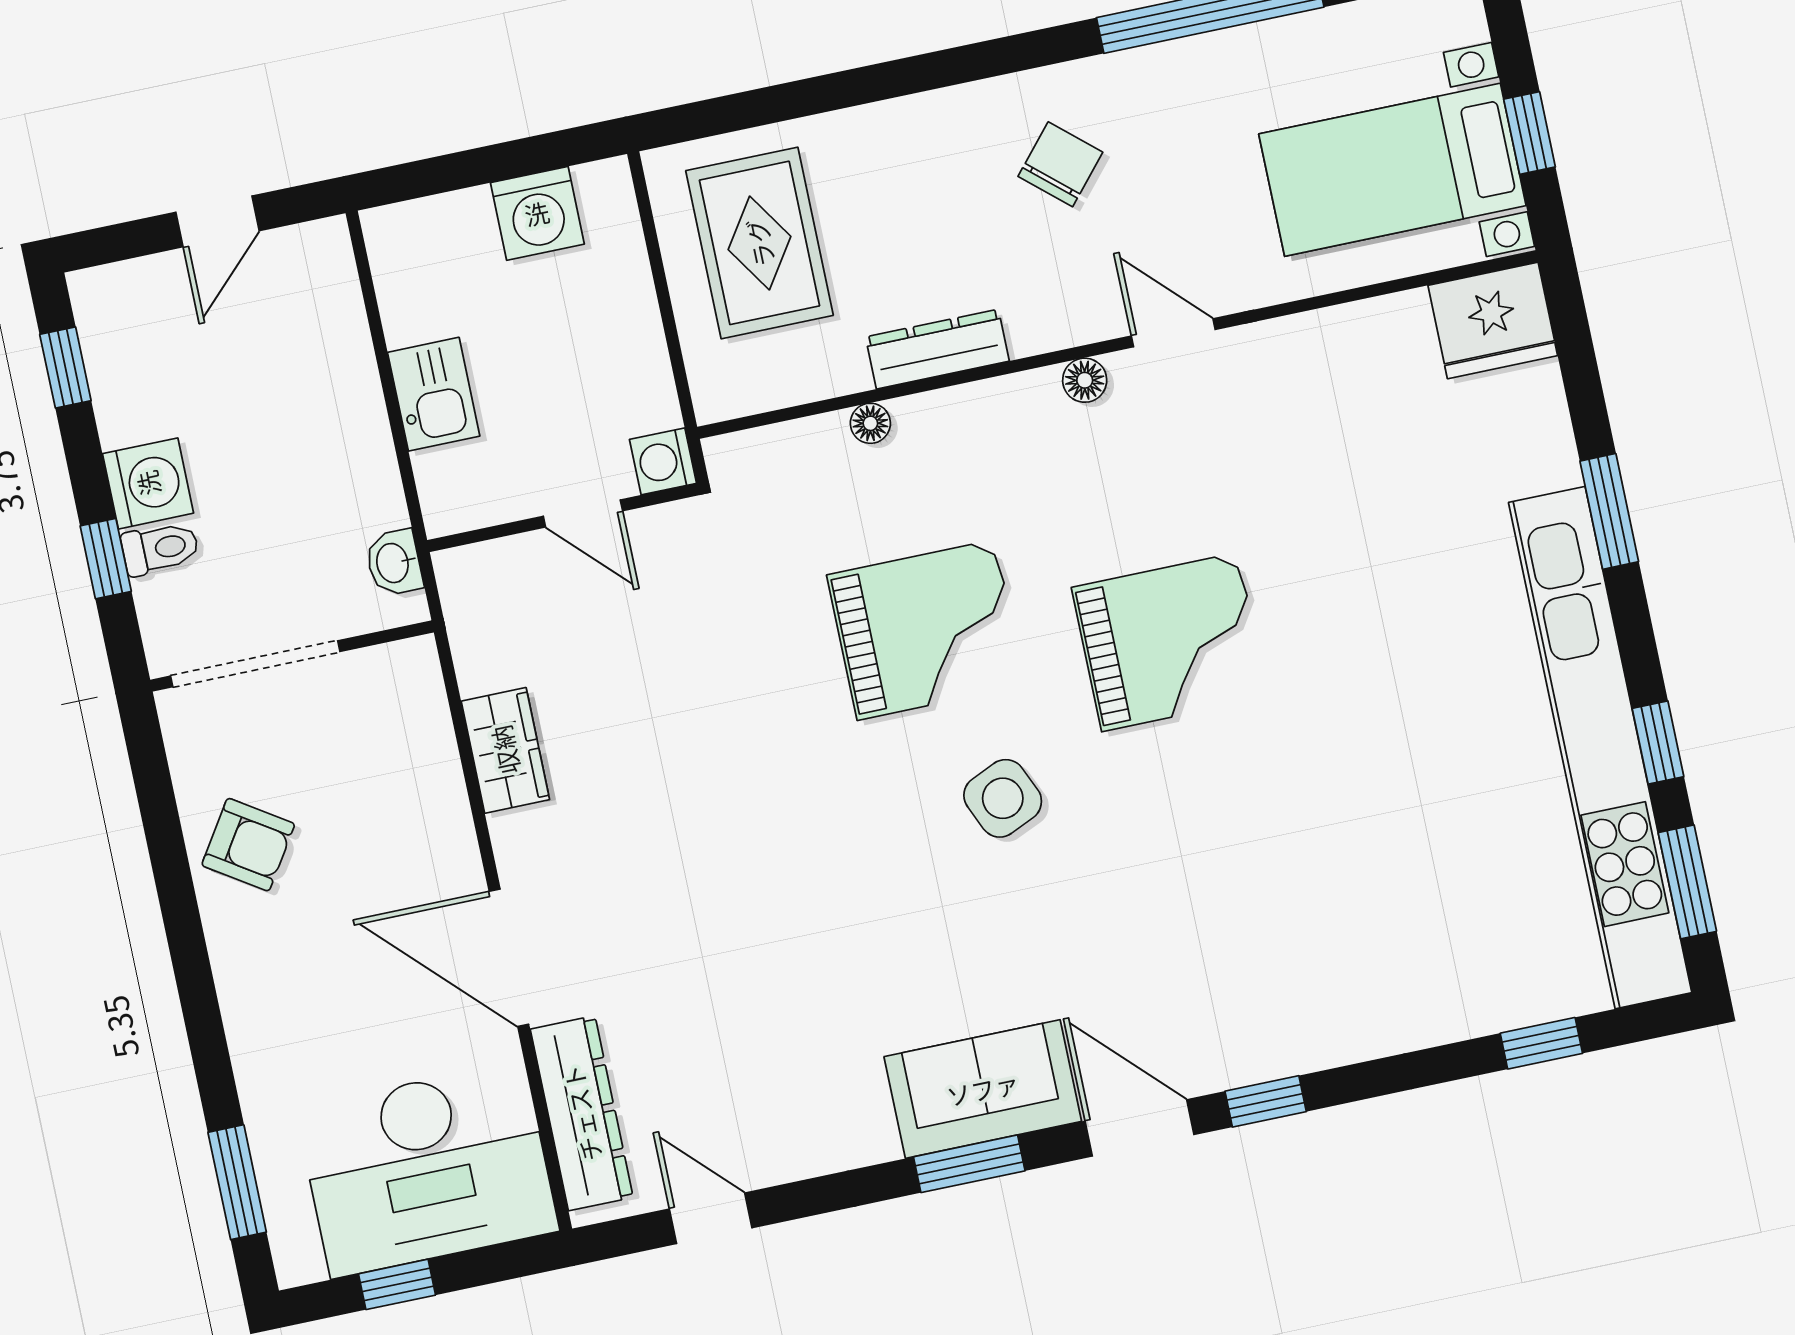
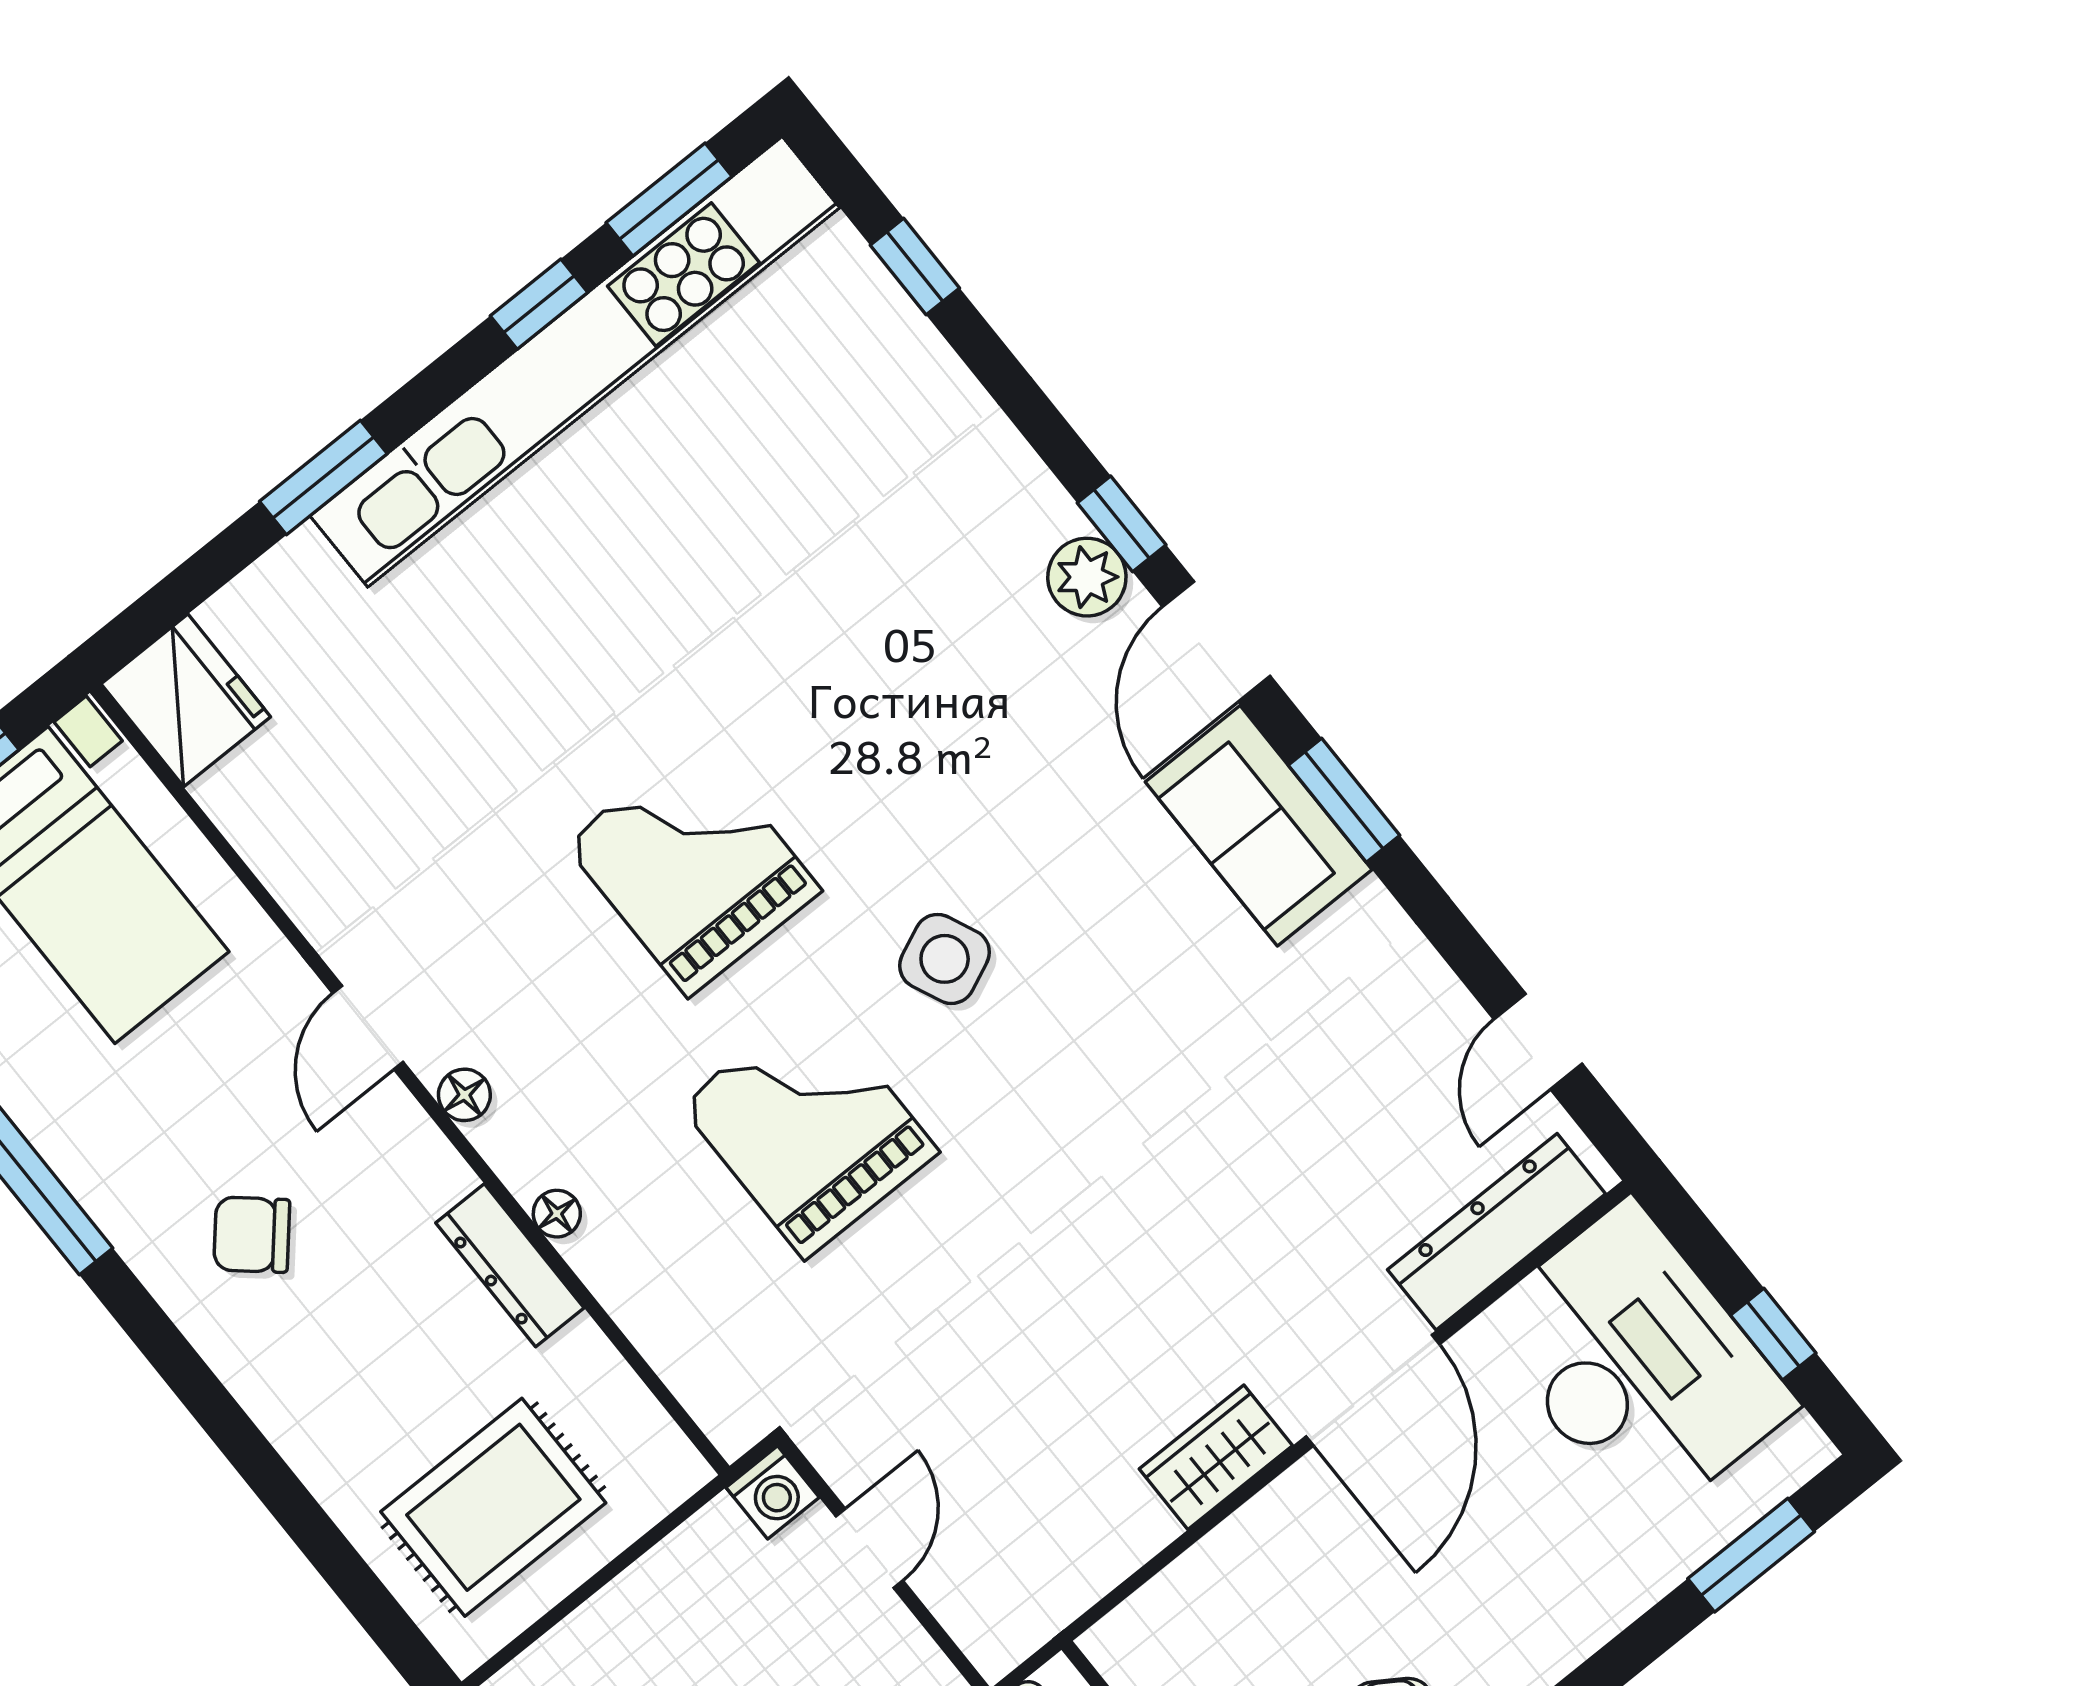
floor lamp: (870, 423) -> (557, 1214), moved
wardrobe: (505, 750) -> (1216, 1457), moved
plant: (1238, 1054) -> (1087, 577), added

